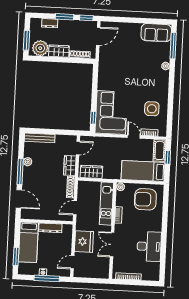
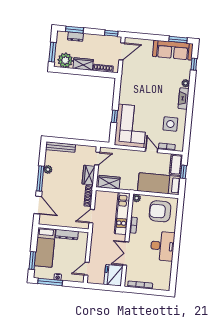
window: (64, 17) -> (75, 30), moved
window: (156, 21) -> (178, 40), added
sofa: (156, 33) -> (173, 50), width x1.36
window: (173, 46) -> (194, 64), width x0.46
fireplace: (164, 82) -> (184, 98), added
window: (93, 118) -> (115, 116), moved
fridge: (84, 242) -> (113, 275), moved, turned 180
desk: (149, 246) -> (162, 246), moved
window: (47, 278) -> (50, 282), moved

